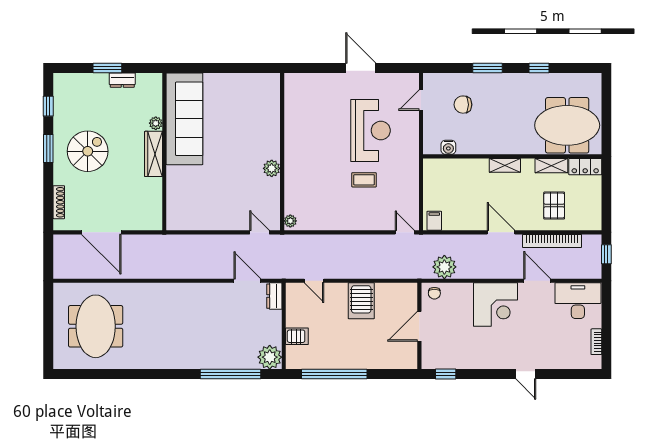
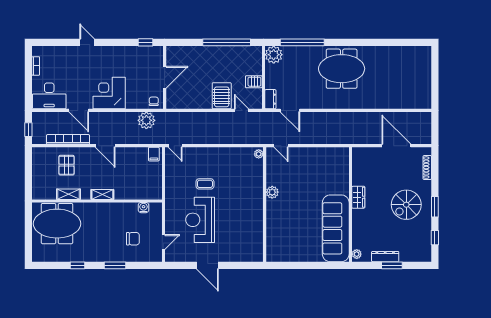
dresser: (122, 80) -> (385, 257), width x1.44
plant: (156, 123) -> (357, 254), moved
wardrobe: (154, 154) -> (358, 197), width x0.67
locker: (585, 167) -> (44, 193), removed
server rack: (361, 301) -> (222, 96), moved
meeting table: (96, 326) -> (342, 69), moved, turned 90
server rack: (297, 336) -> (254, 82), moved

